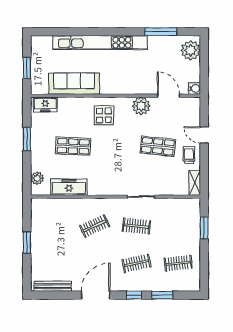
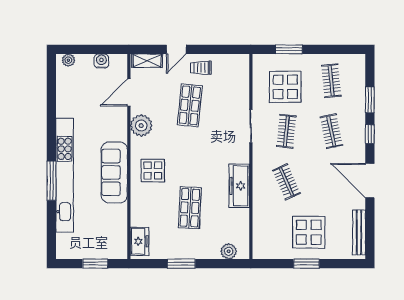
window: (161, 32) -> (51, 181), moved
plant: (191, 50) -> (68, 60), width x0.53, depth x0.53
sofa: (74, 84) -> (114, 172), moved
water cooler: (194, 89) -> (101, 61), moved
shelving: (195, 183) -> (147, 61), moved
freezer: (69, 187) -> (239, 186), moved
display table: (173, 225) -> (285, 87), added
display table: (53, 245) -> (309, 232), added

